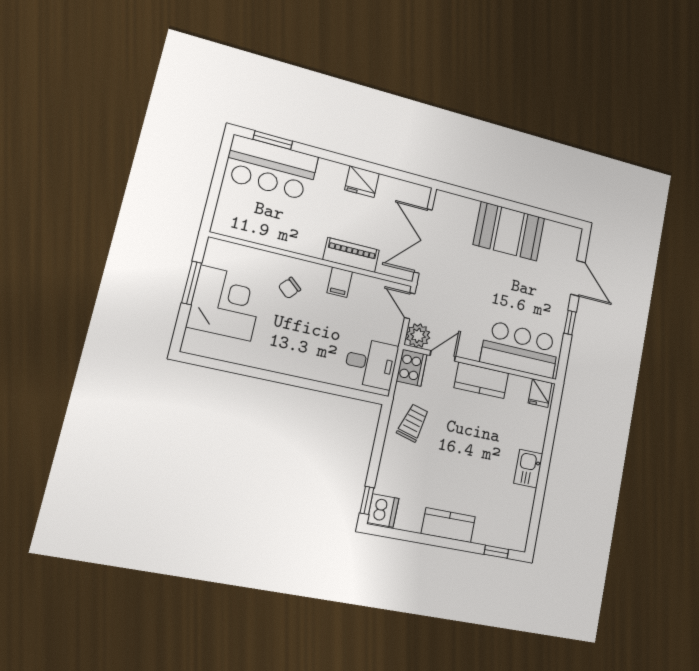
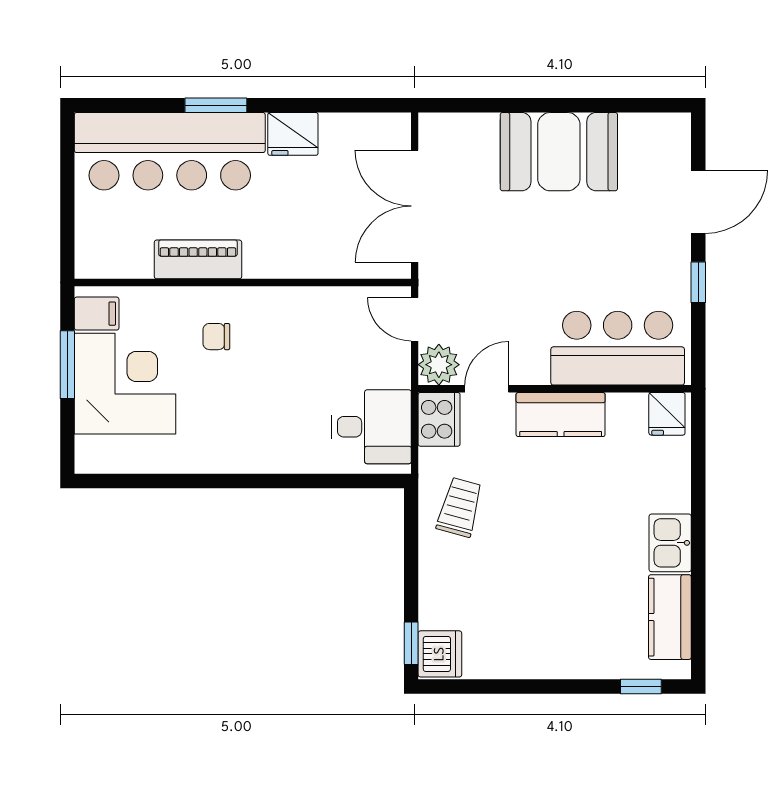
window: (273, 140) -> (216, 105), moved
bar counter: (271, 168) -> (170, 151), width x1.36
piano: (351, 255) -> (198, 259), moved
door: (578, 278) -> (698, 202), hinge flipped
filing cabinet: (340, 282) -> (97, 314), moved, turned -90
chair: (290, 288) -> (216, 337), turned 49
kitchen counter: (448, 525) -> (670, 617), moved, turned -90

